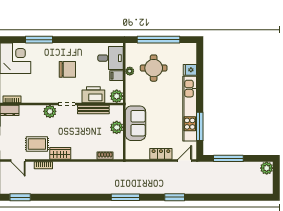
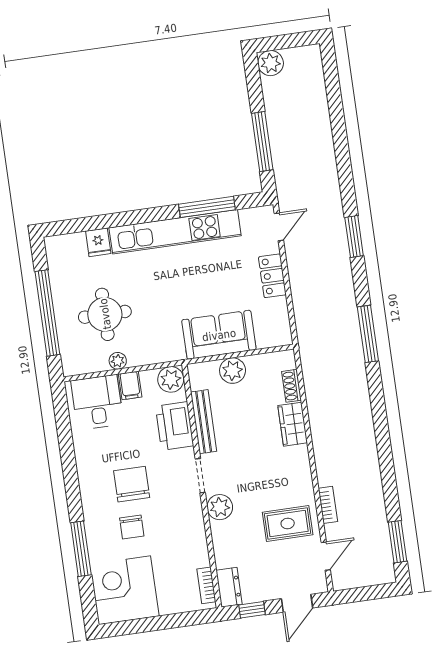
chair: (46, 66) -> (132, 527), added
rug: (37, 144) -> (288, 523), turned 90
wardrobe: (60, 153) -> (293, 424), moved
door: (185, 161) -> (279, 227), swing flipped

